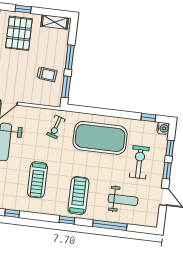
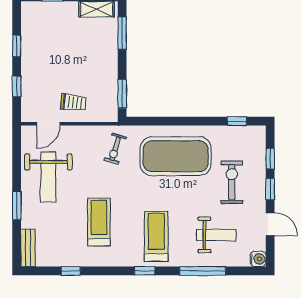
pallet: (19, 33) -> (51, 30), removed
window: (70, 57) -> (122, 33), moved
trolley: (47, 74) -> (73, 102), moved
water cooler: (163, 128) -> (258, 259), moved
treadmill: (37, 180) -> (99, 222), turned 180

